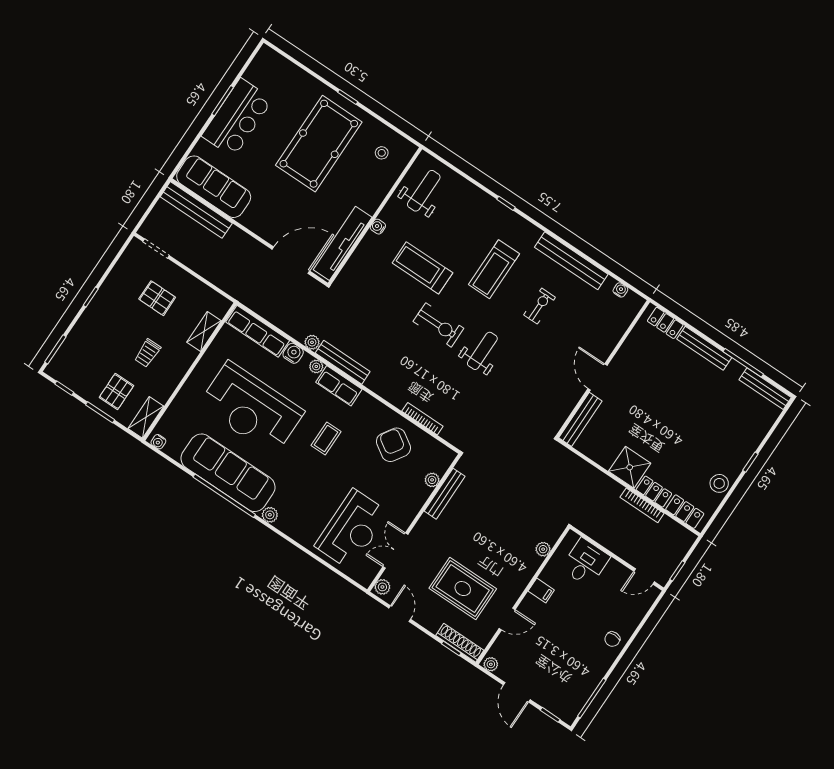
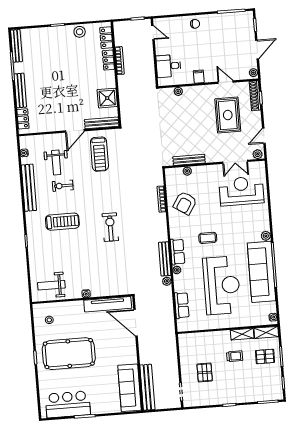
bar counter: (237, 118) -> (68, 404), moved
treadmill: (422, 268) -> (99, 154), moved
shelving: (204, 331) -> (242, 334), moved
row of seats: (258, 331) -> (182, 305), width x0.68
weight bench: (482, 351) -> (56, 162), moved, turned -90
water cooler: (293, 353) -> (179, 286), removed
shower: (630, 467) -> (107, 98), moved

